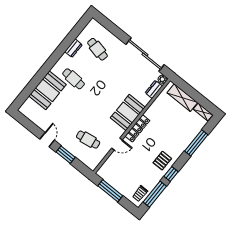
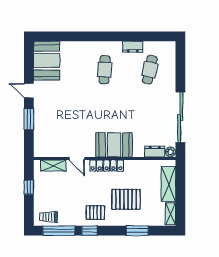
booth: (47, 90) -> (47, 61), moved, turned 90
pallet: (170, 134) -> (126, 199), added
door: (47, 140) -> (29, 91), swing flipped
cafe table: (88, 140) -> (59, 128), removed
window: (196, 143) -> (137, 231), width x0.69
shelving: (109, 163) -> (53, 166), added
window: (110, 191) -> (29, 187), width x0.46

